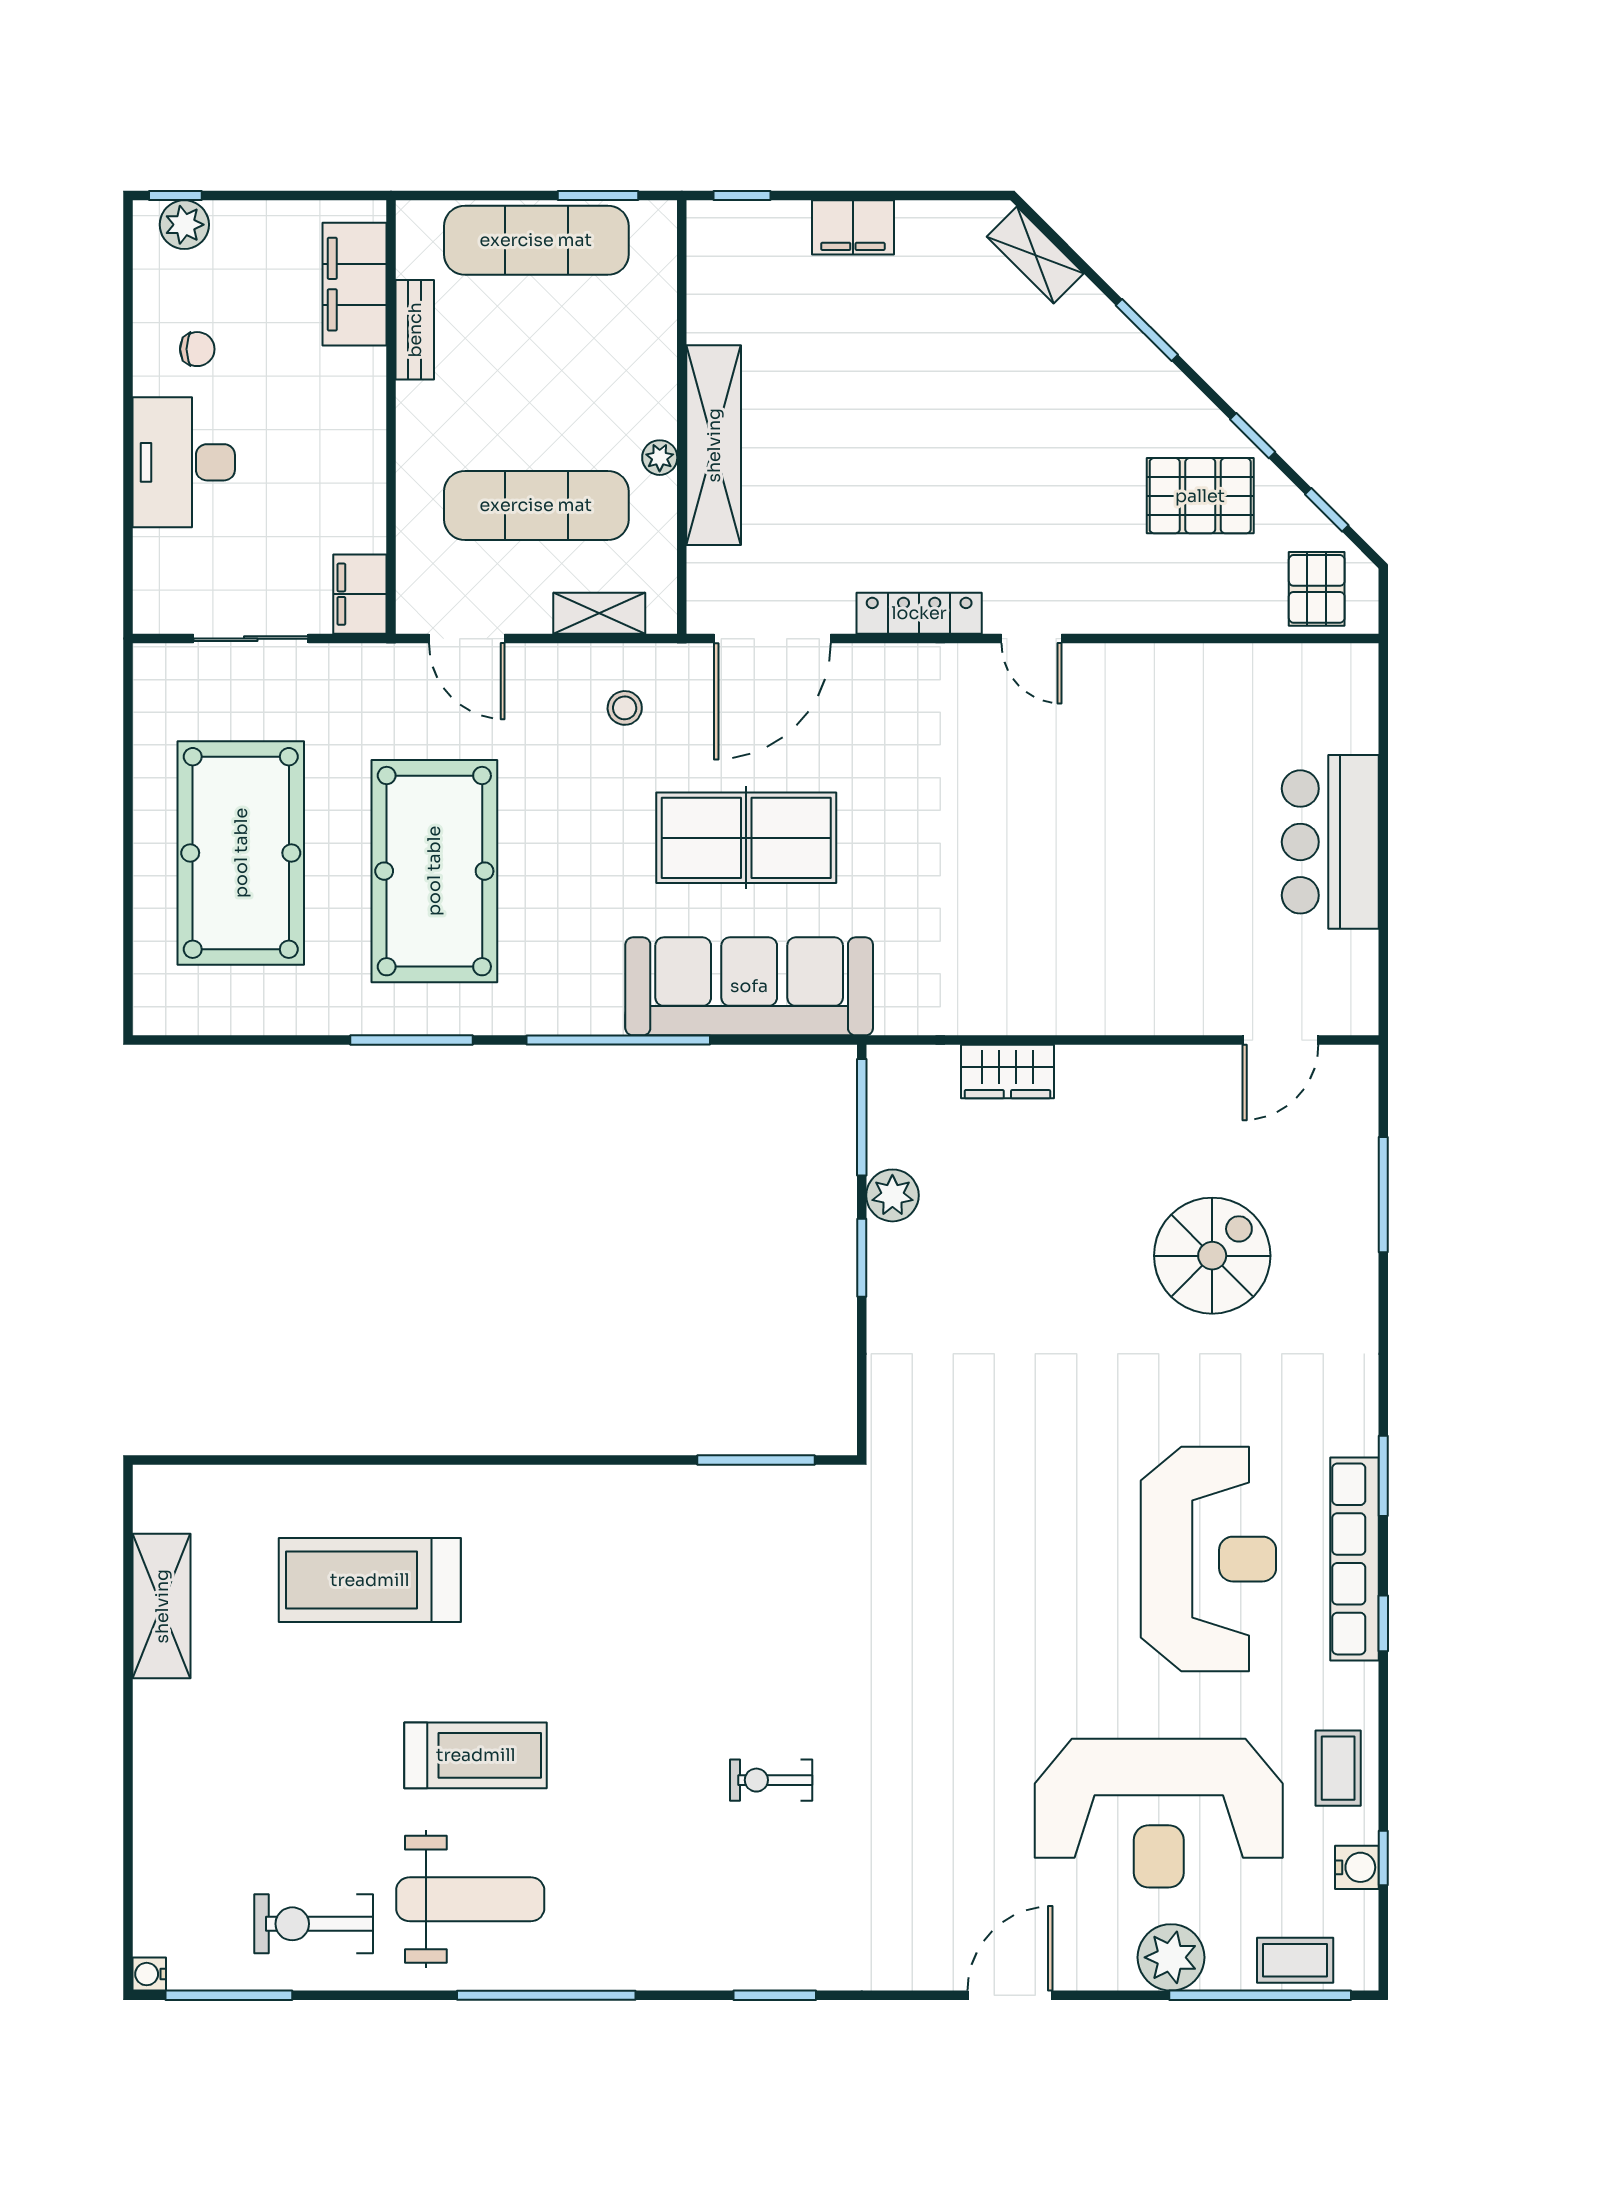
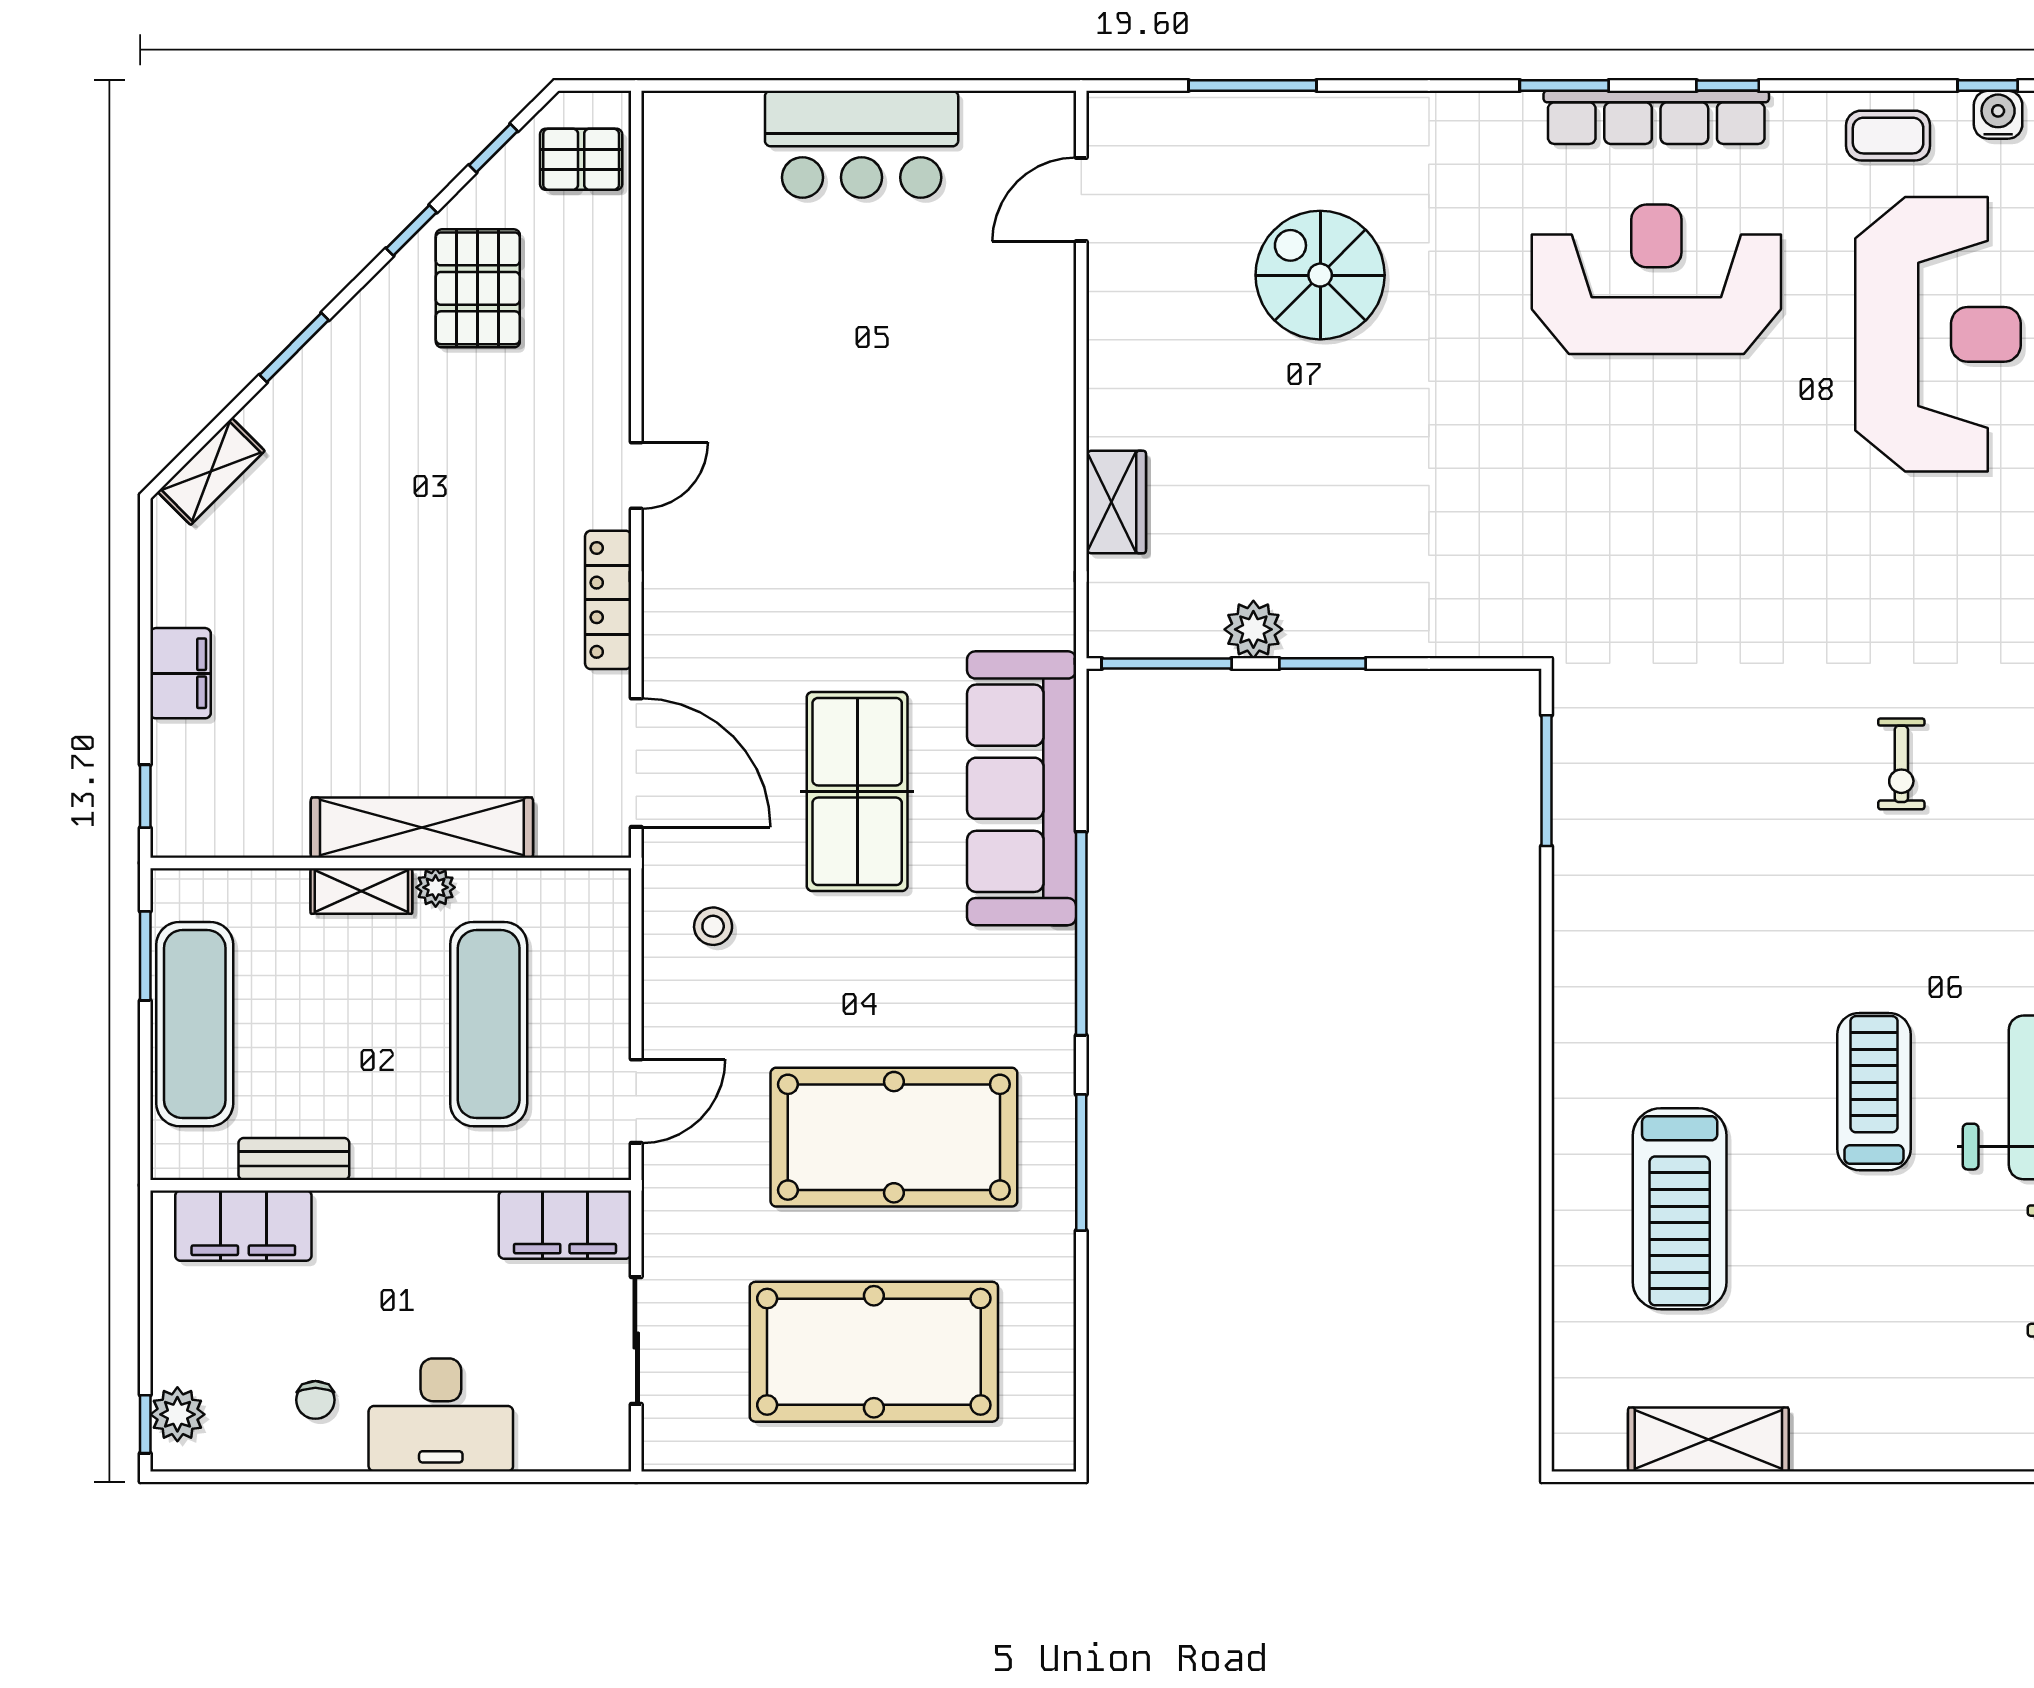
chair: (197, 349) -> (315, 1400), turned 180
filing cabinet: (360, 594) -> (565, 1225), width x1.50, depth x1.17
shelving: (599, 613) -> (361, 891), moved, turned 90
door: (1280, 1040) -> (1081, 200), swing flipped

